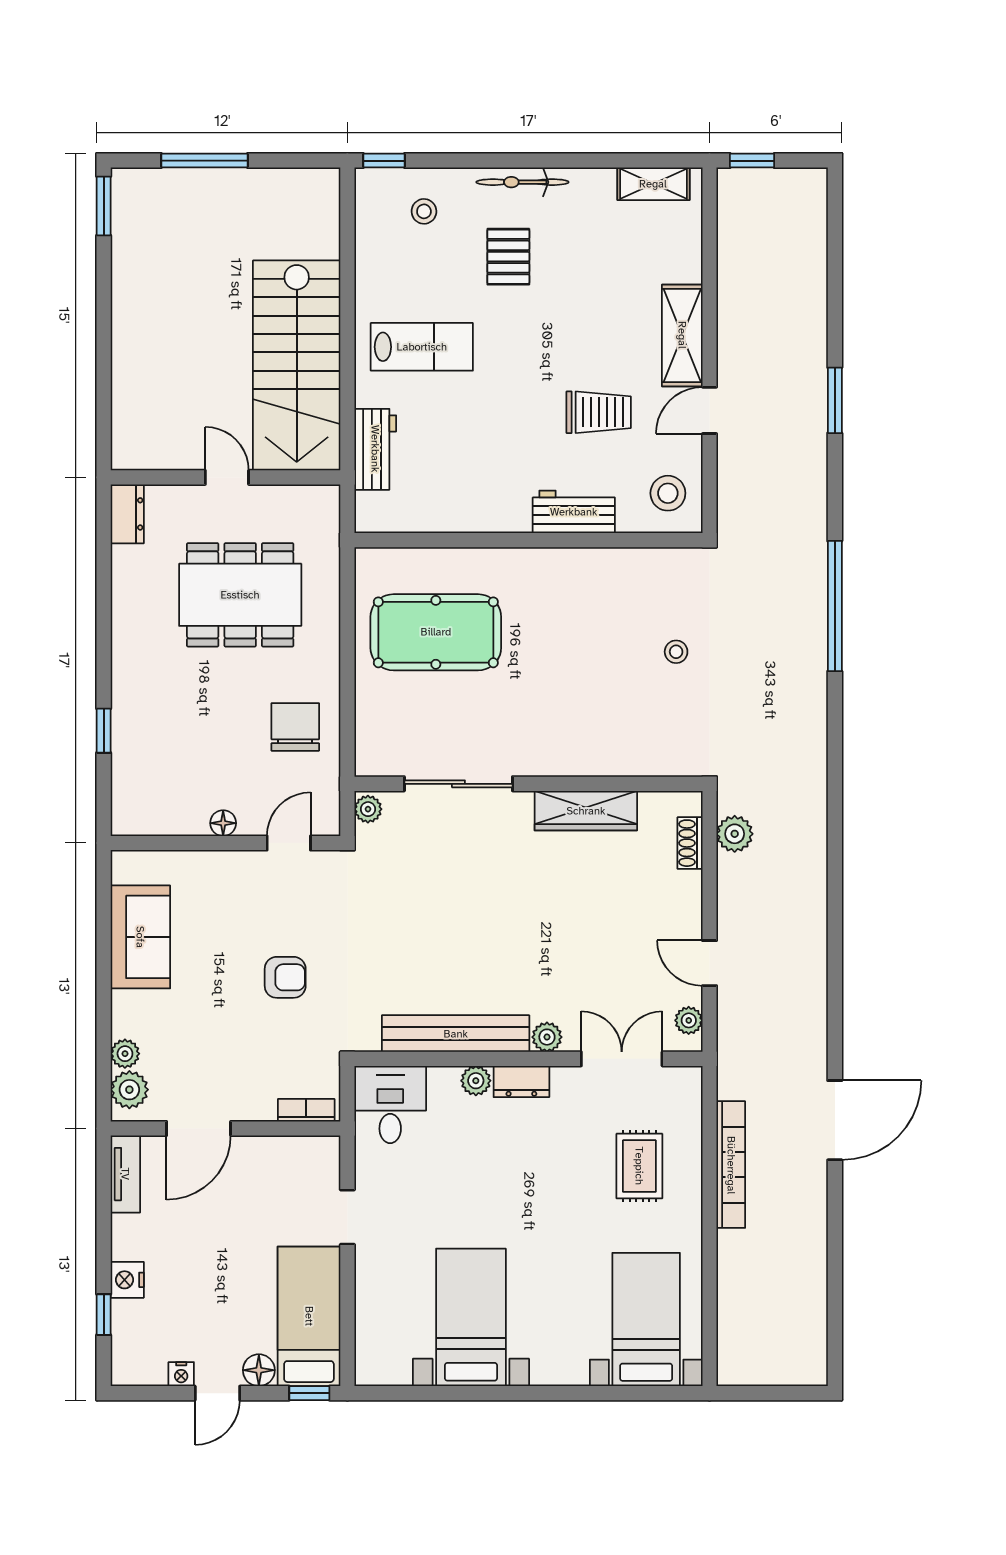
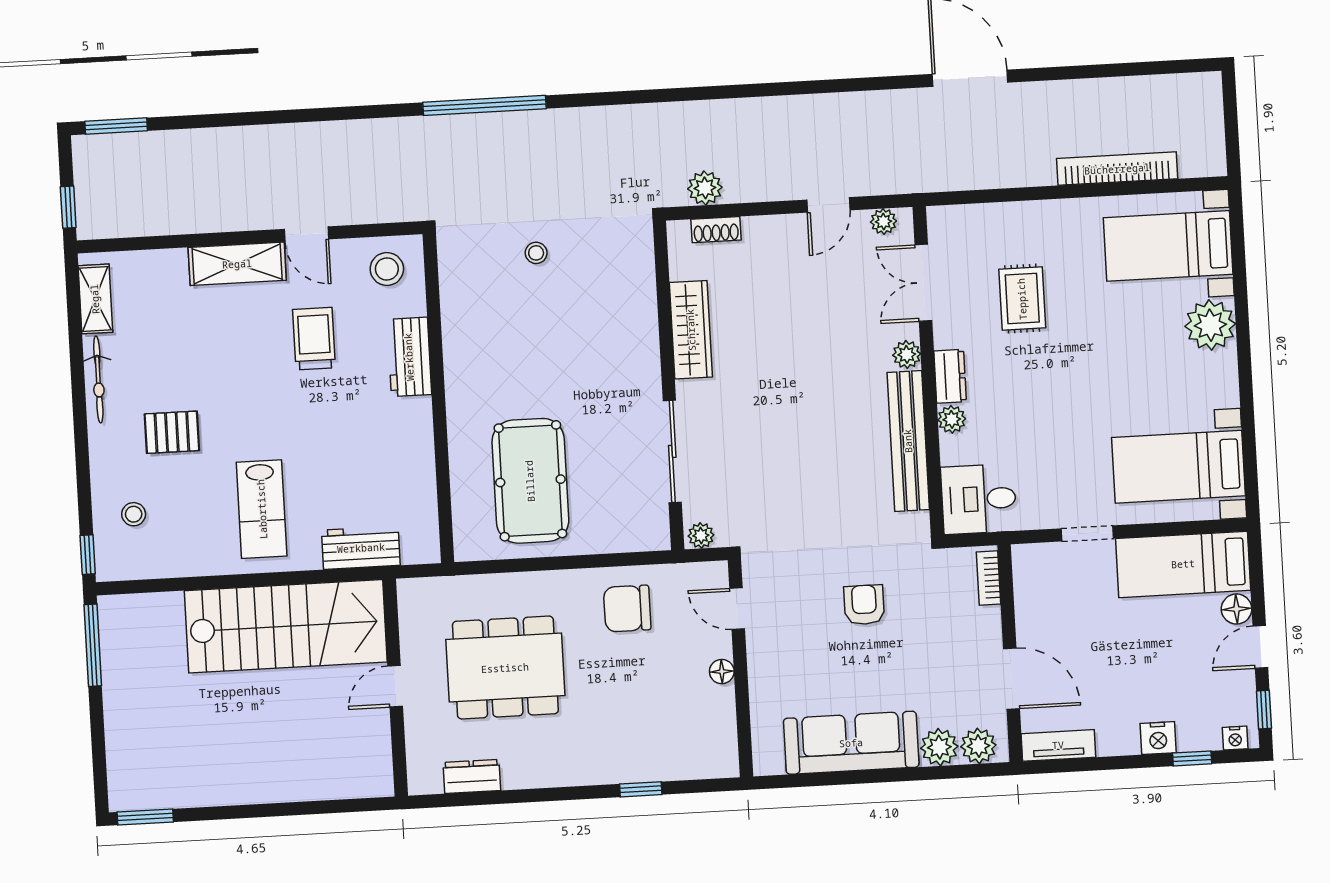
window: (204, 161) -> (93, 645), moved
bicycle: (522, 182) -> (98, 379), moved
lab bench: (422, 347) -> (262, 509), turned 180
window: (835, 400) -> (116, 126), moved
dresser: (127, 514) -> (472, 776), moved
dining table: (240, 595) -> (505, 668), turned 90
sofa: (140, 937) -> (851, 743), width x1.36
plant: (125, 1054) -> (939, 747), width x1.38, depth x1.38
bookcase: (731, 1165) -> (1117, 169), moved
rug: (639, 1166) -> (1022, 299), moved, turned 90
bed with nightstands: (471, 1317) -> (1179, 467), moved
plant: (560, 1359) -> (1210, 325), added
nightstand: (181, 1374) -> (1235, 738), moved, turned 90
door: (217, 1393) -> (1260, 647), swing flipped
window: (309, 1393) -> (1264, 710), moved

